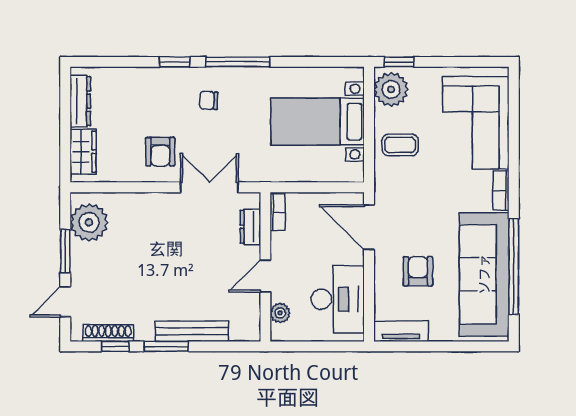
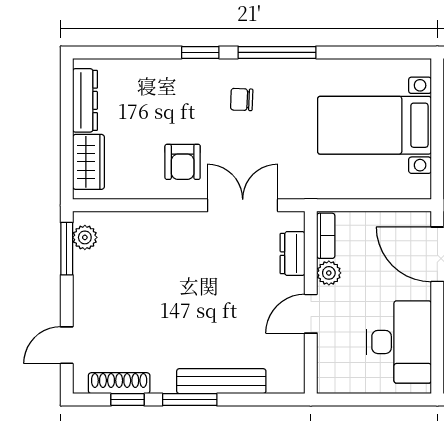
plant: (89, 222) -> (85, 237), width x0.53, depth x0.53
window: (65, 251) -> (67, 249), moved
plant: (280, 313) -> (329, 273), moved

